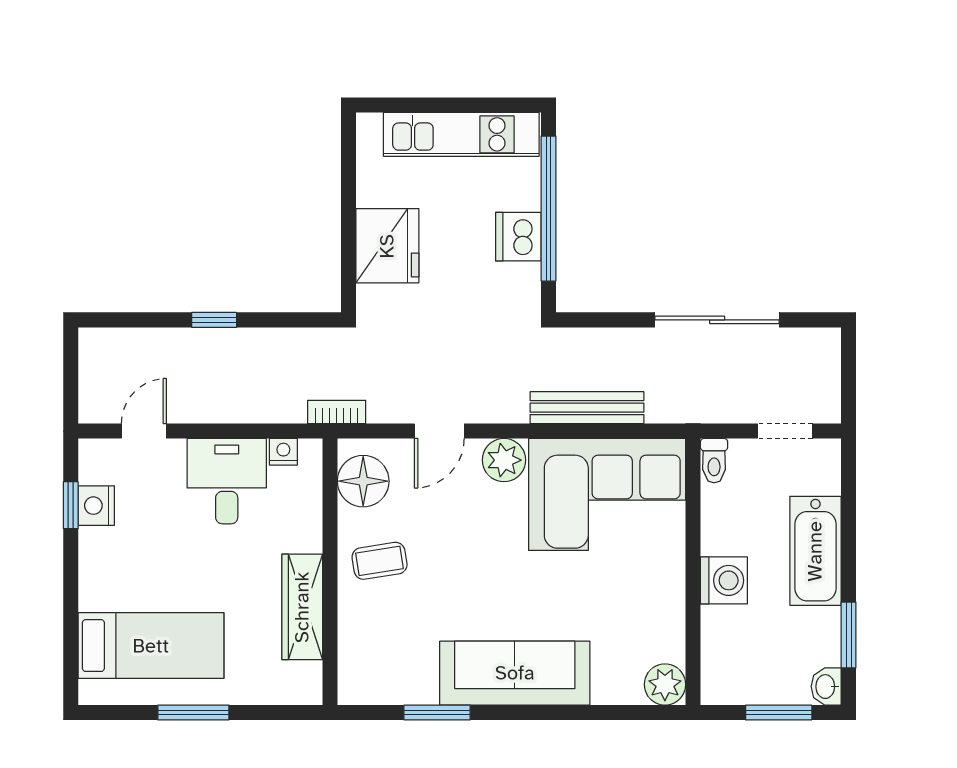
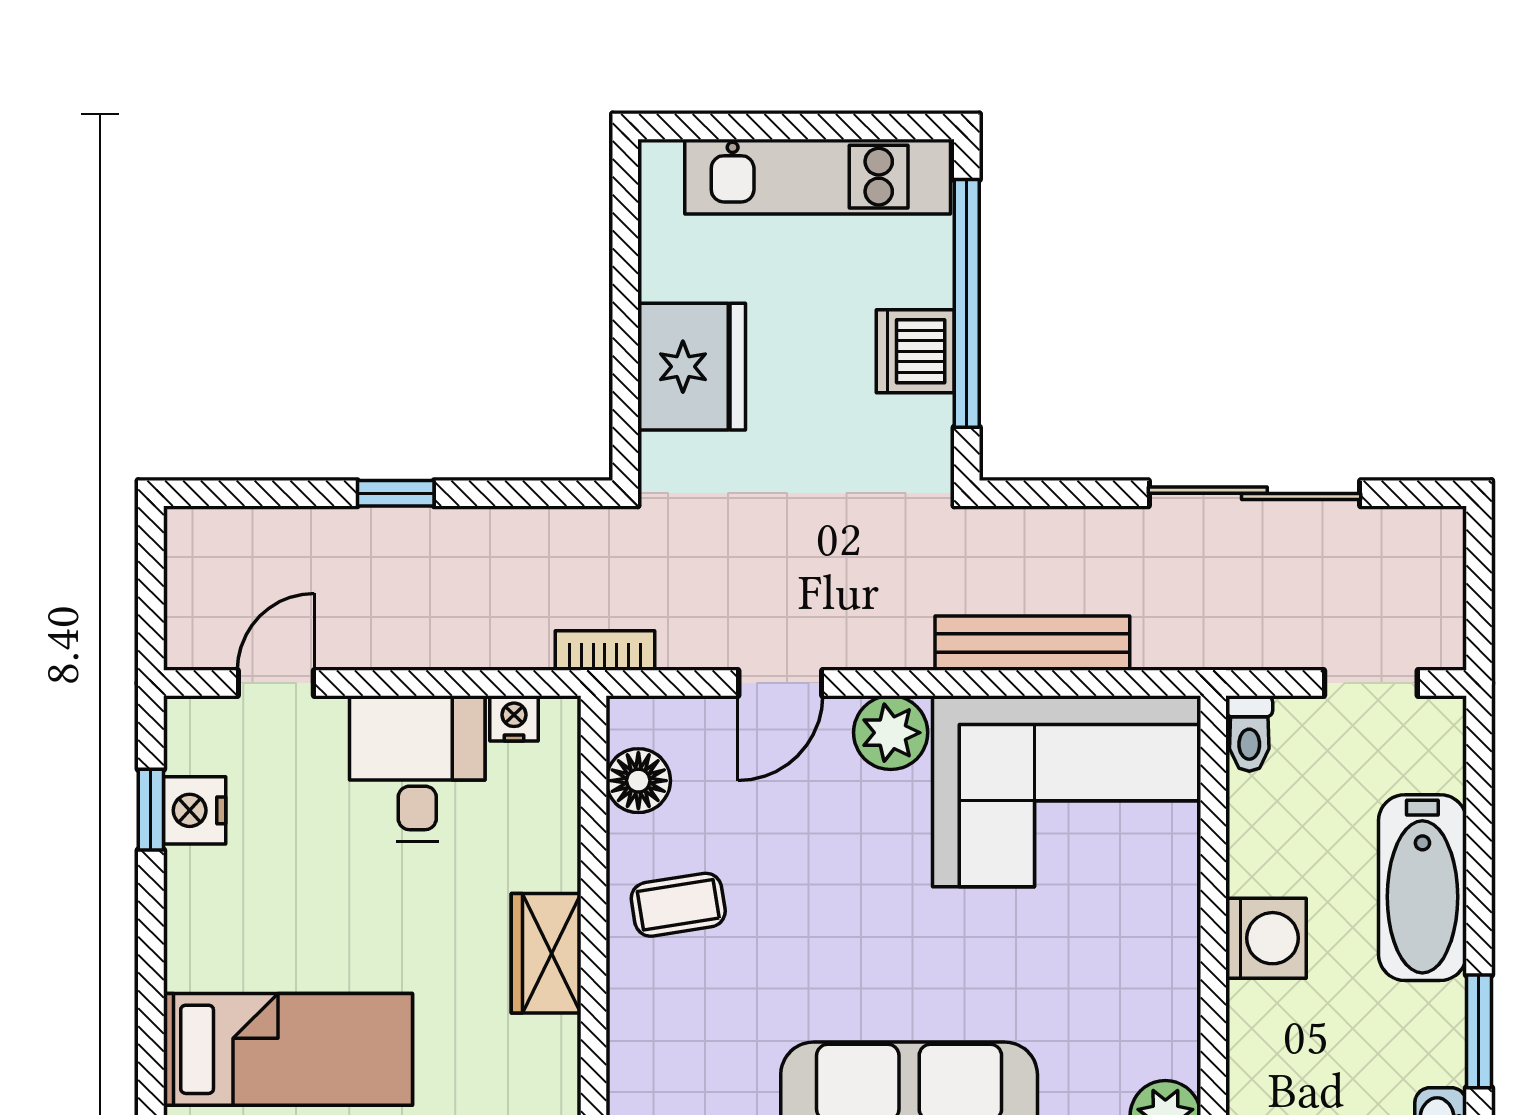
floor lamp: (363, 481) -> (638, 781), width x0.73, depth x0.73
wardrobe: (302, 607) -> (546, 953), width x0.67

